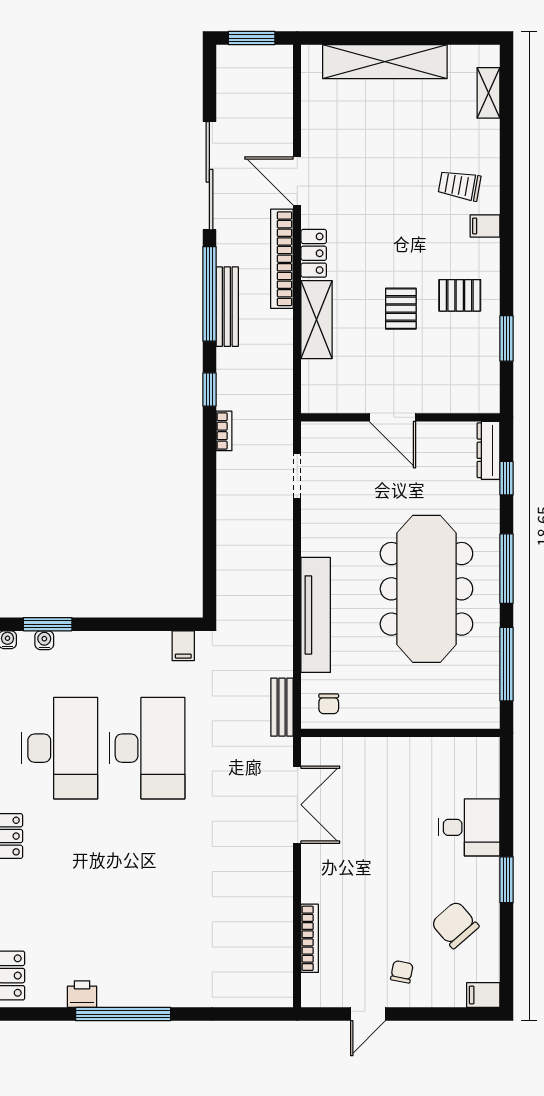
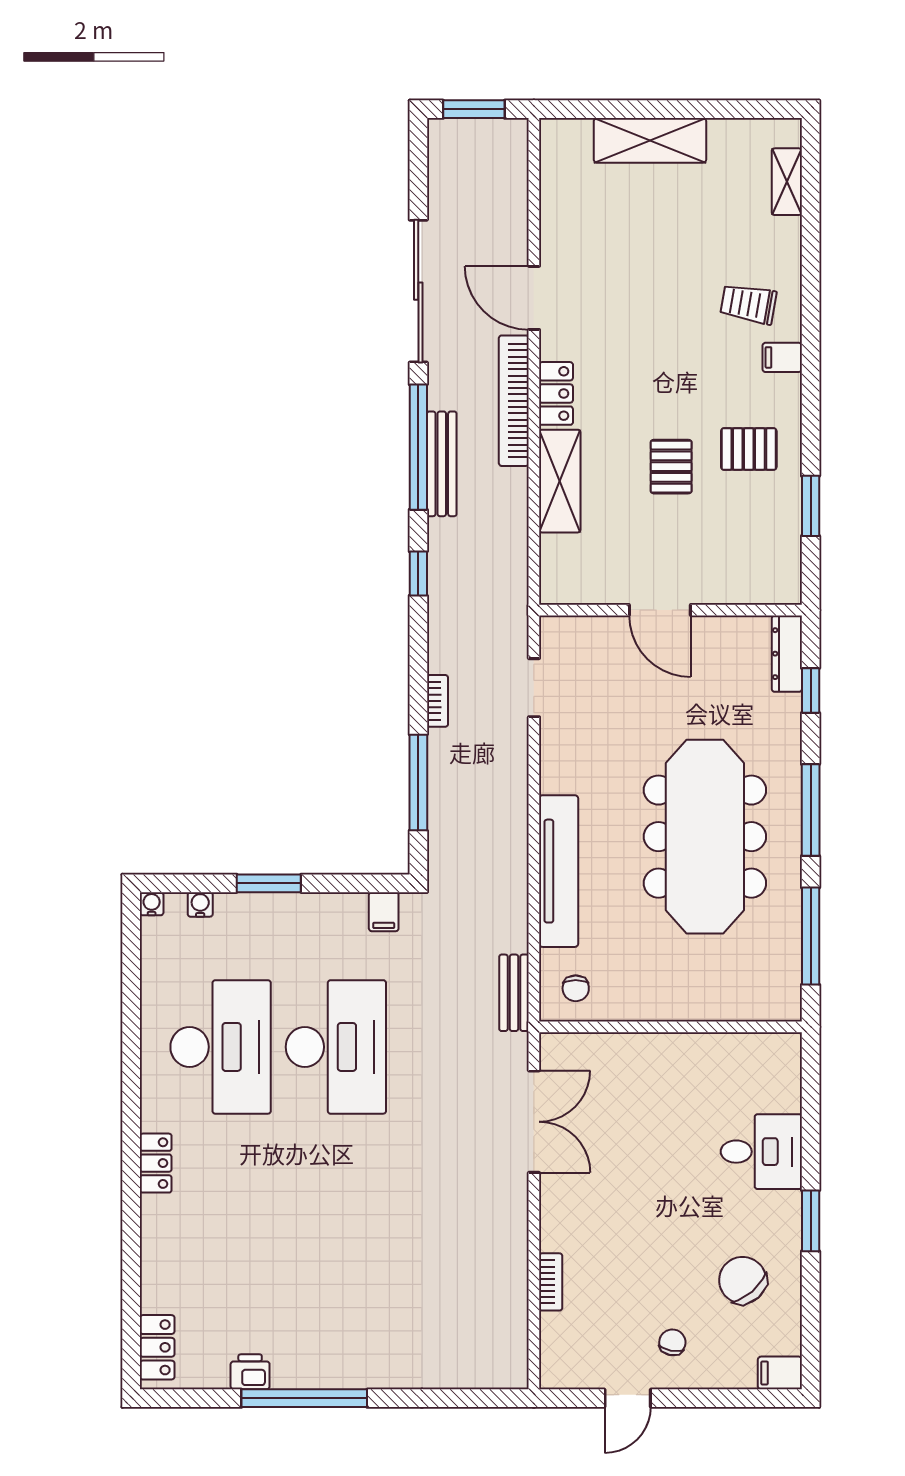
shelving: (385, 62) -> (650, 140), width x0.68
bookcase: (224, 431) -> (438, 701), moved
window: (209, 548) -> (418, 783), added
window: (48, 624) -> (269, 883), moved
bookcase: (310, 938) -> (551, 1282), width x0.64

